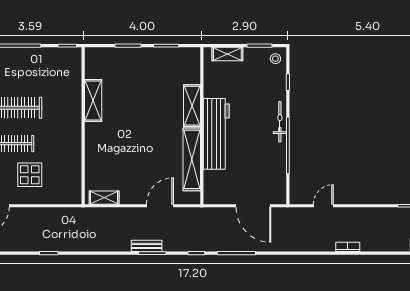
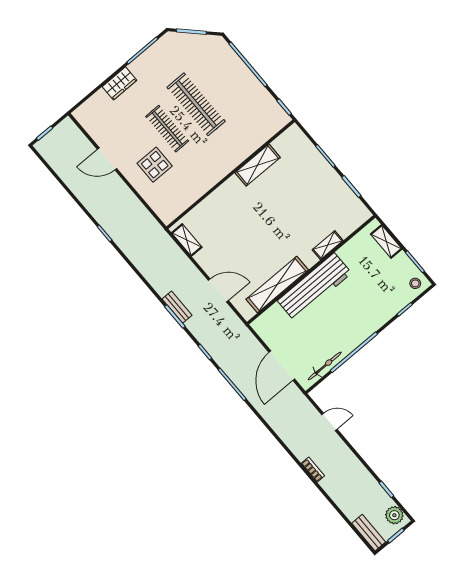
shelving: (192, 106) -> (328, 245), width x0.67, depth x0.75
bicycle: (280, 122) -> (325, 366), moved

